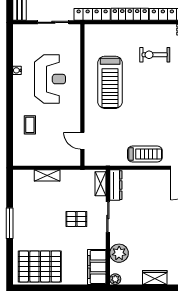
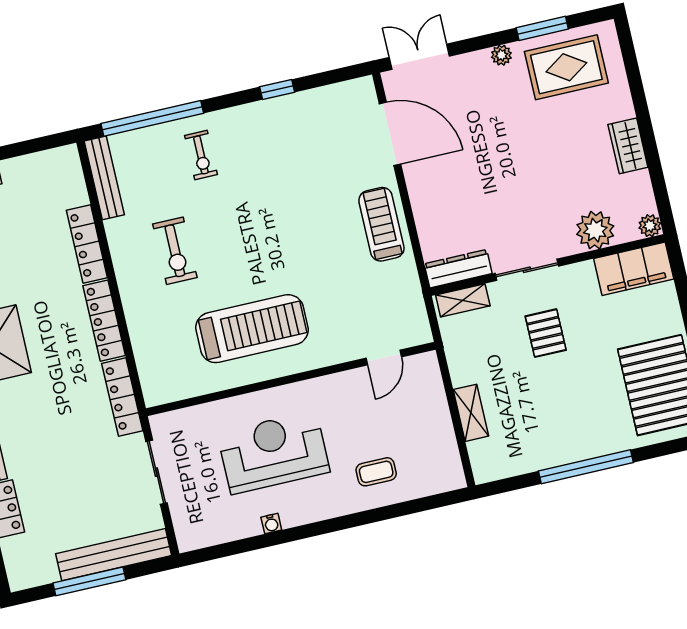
window: (10, 223) -> (586, 467), width x1.46

